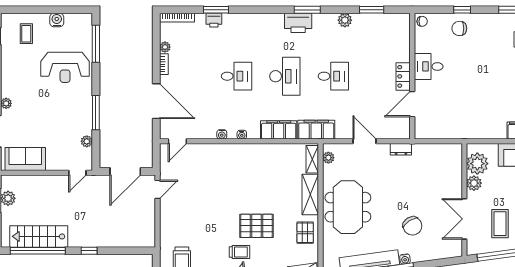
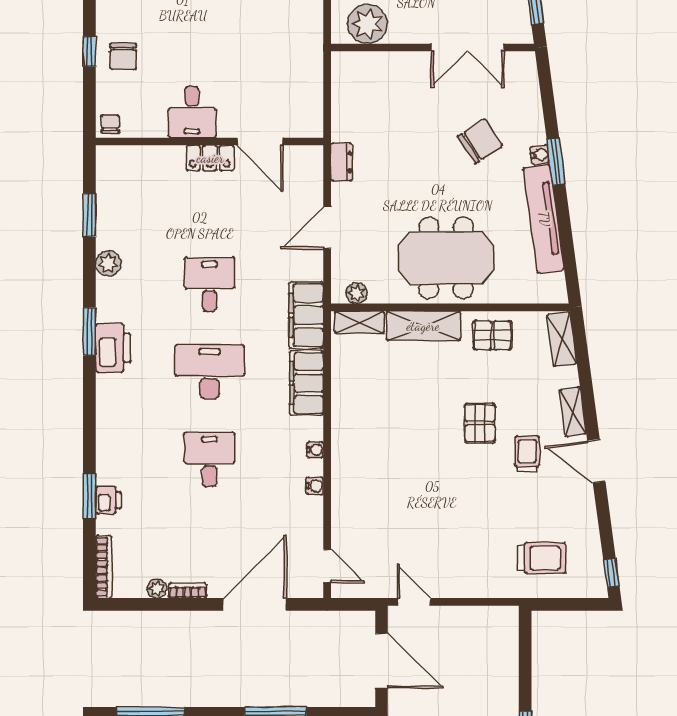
plant: (474, 183) -> (403, 30), removed
pallet: (256, 226) -> (480, 423), width x0.67, depth x0.71

